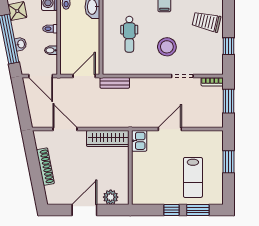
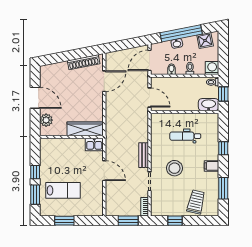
bench: (115, 83) -> (144, 155), moved
wardrobe: (108, 139) -> (85, 129), moved, turned 90
window: (228, 162) -> (64, 221), moved
shoe rack: (45, 167) -> (84, 62), moved
lab bench: (193, 177) -> (63, 190), turned 180

